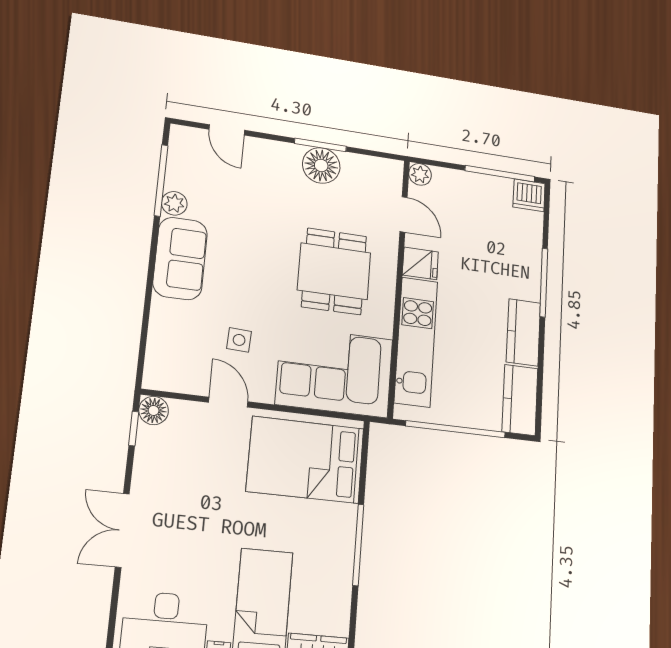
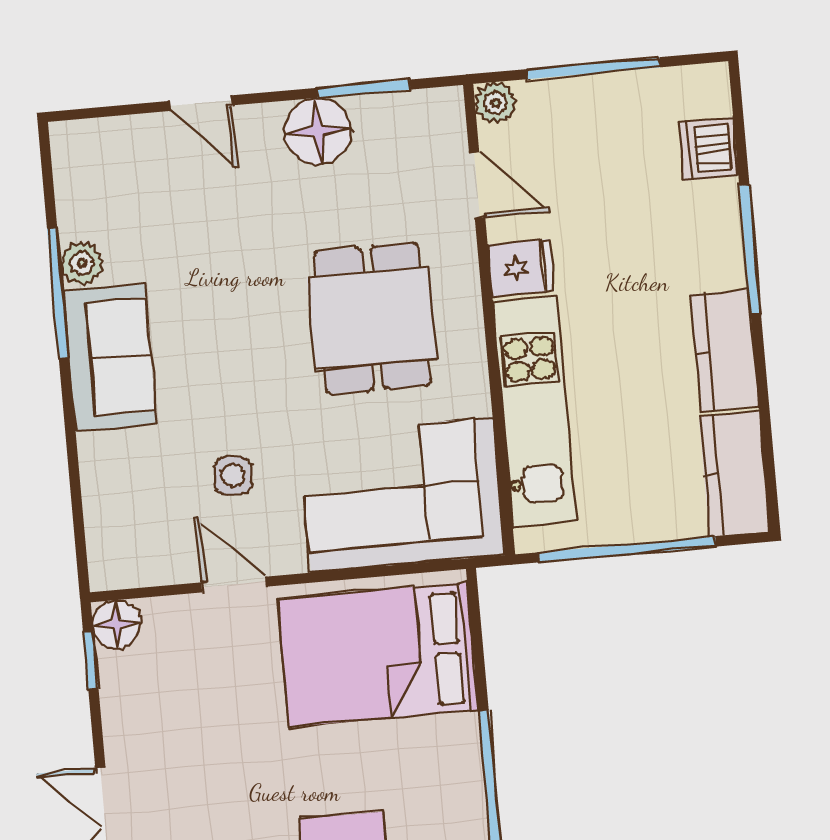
door: (227, 130) -> (201, 103), moved
window: (320, 145) -> (363, 89), moved
window: (500, 174) -> (594, 68), moved
window: (161, 180) -> (58, 293), moved
dishwasher: (529, 195) -> (708, 149), moved, turned 90

